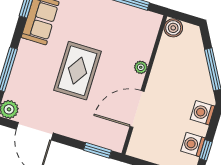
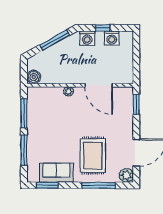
rug: (77, 71) -> (93, 155), moved, turned 90
window: (206, 150) -> (103, 28), moved

